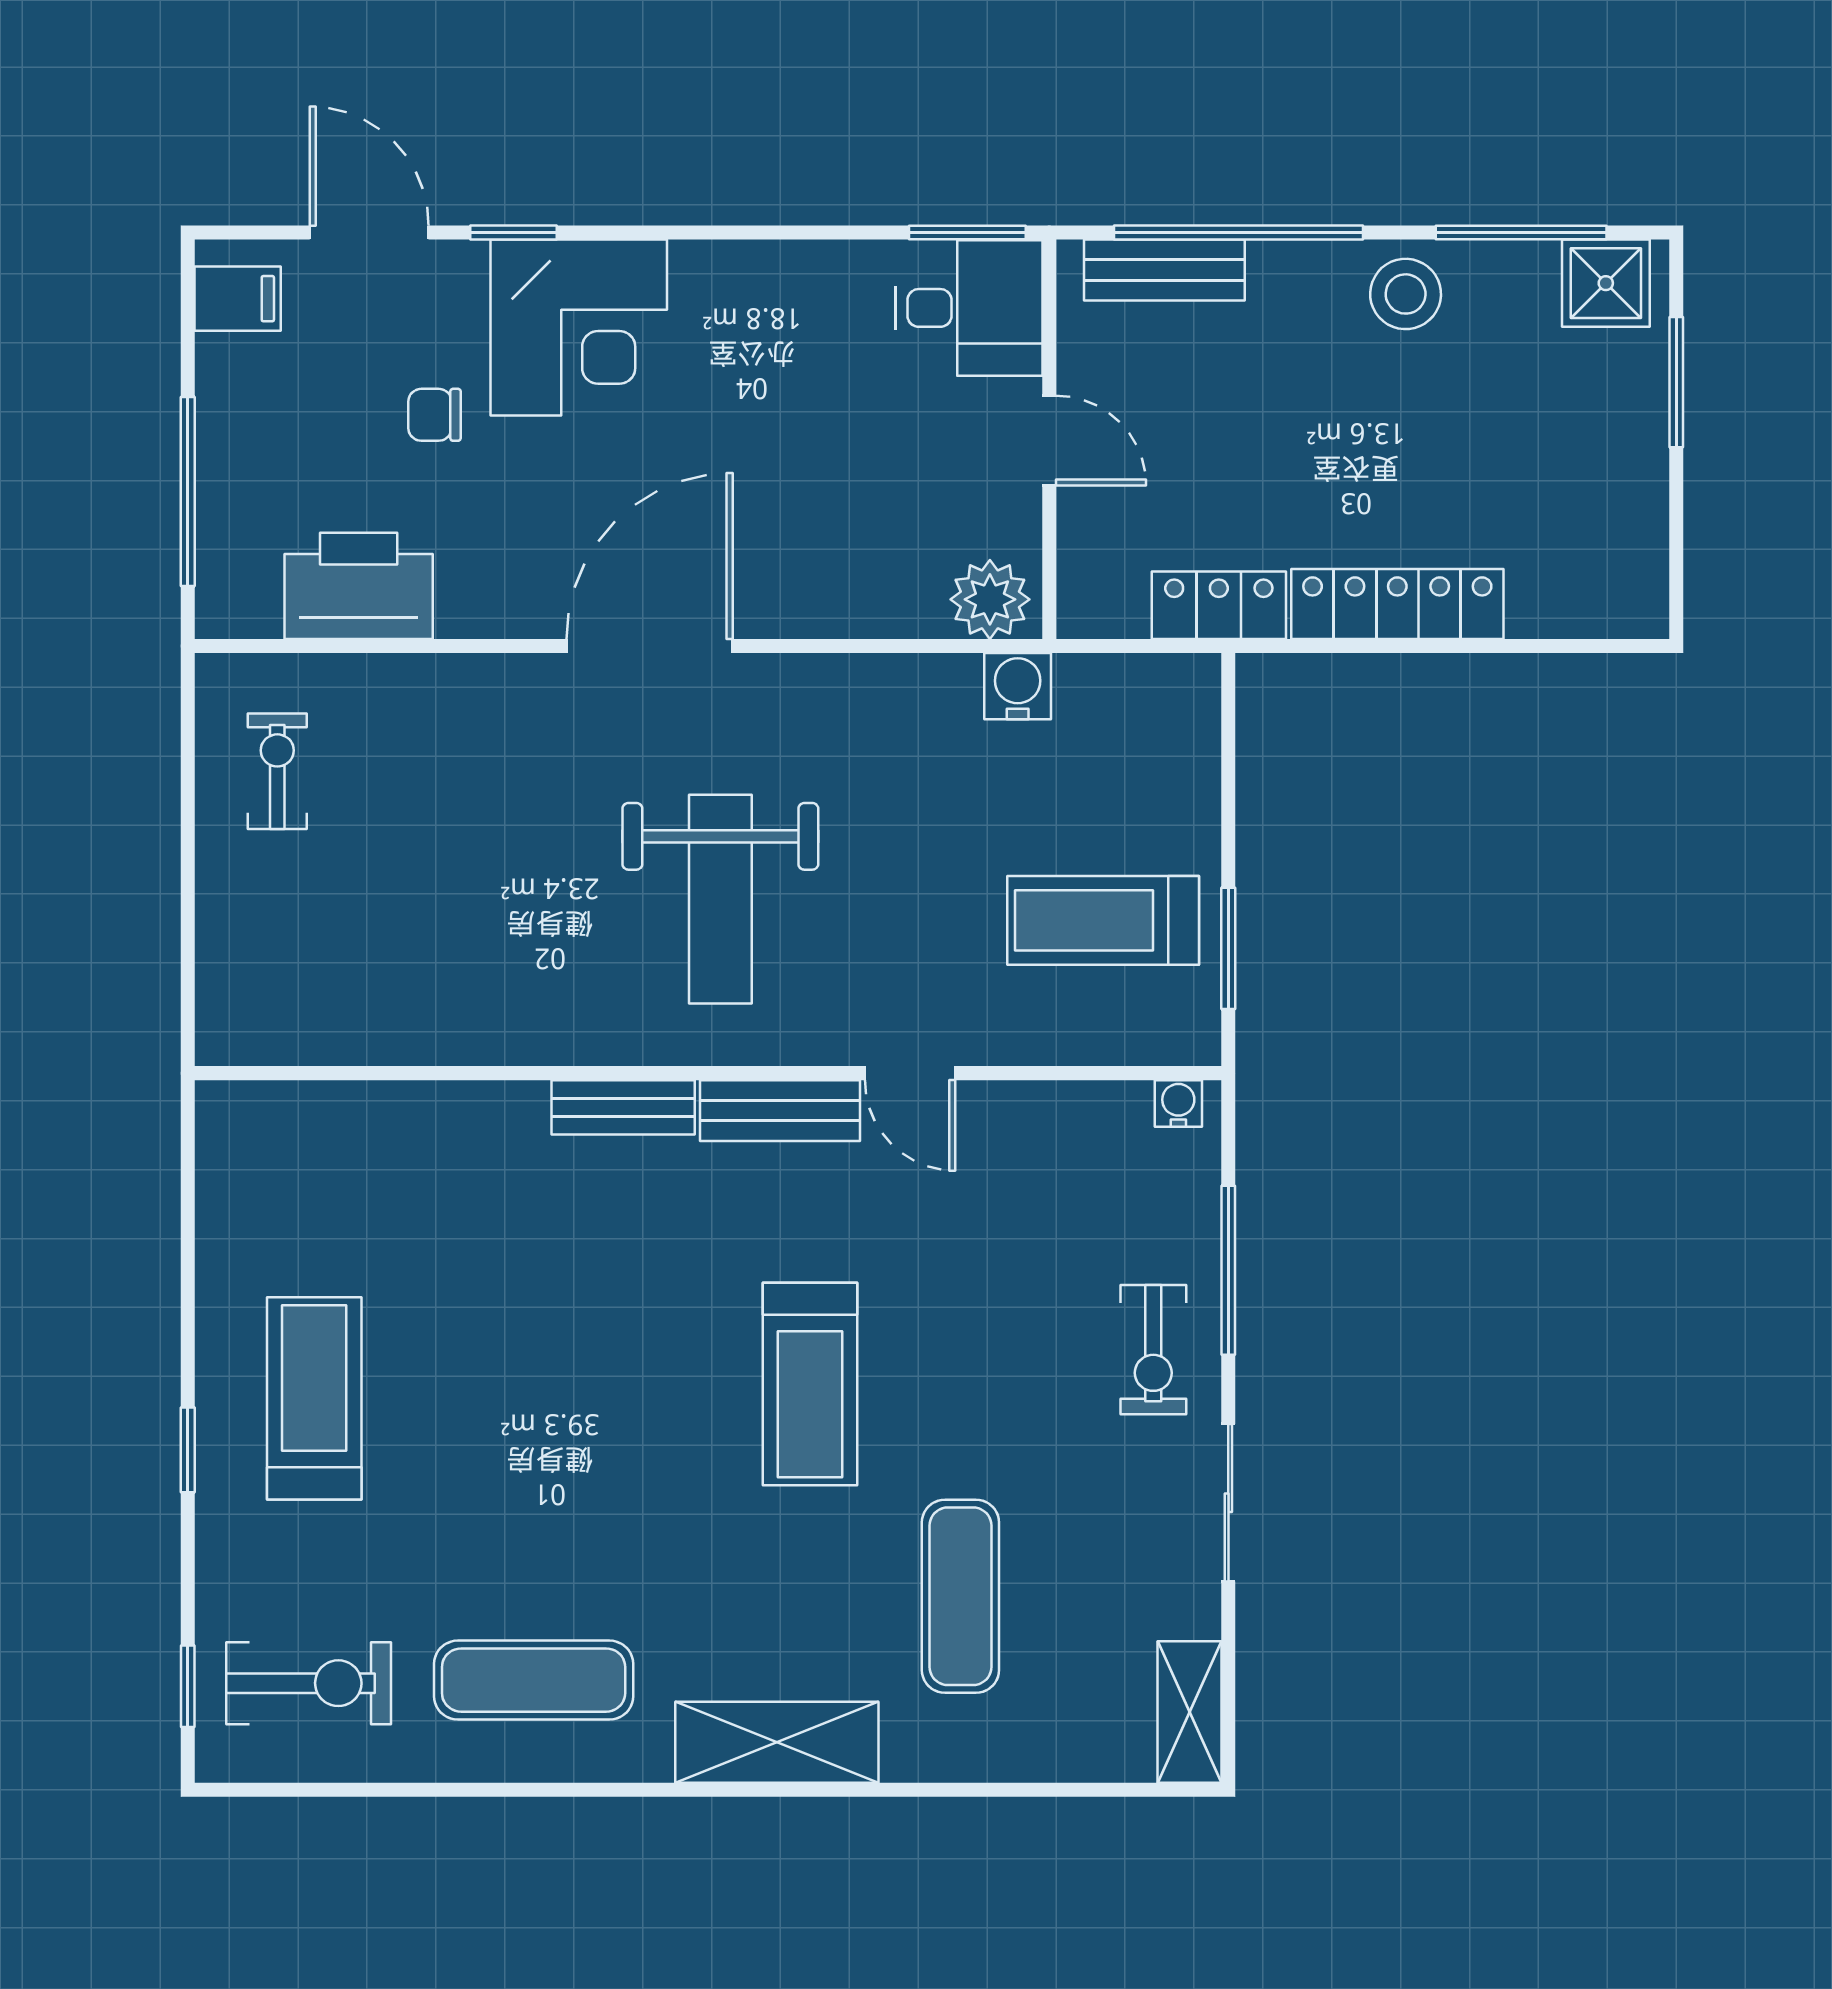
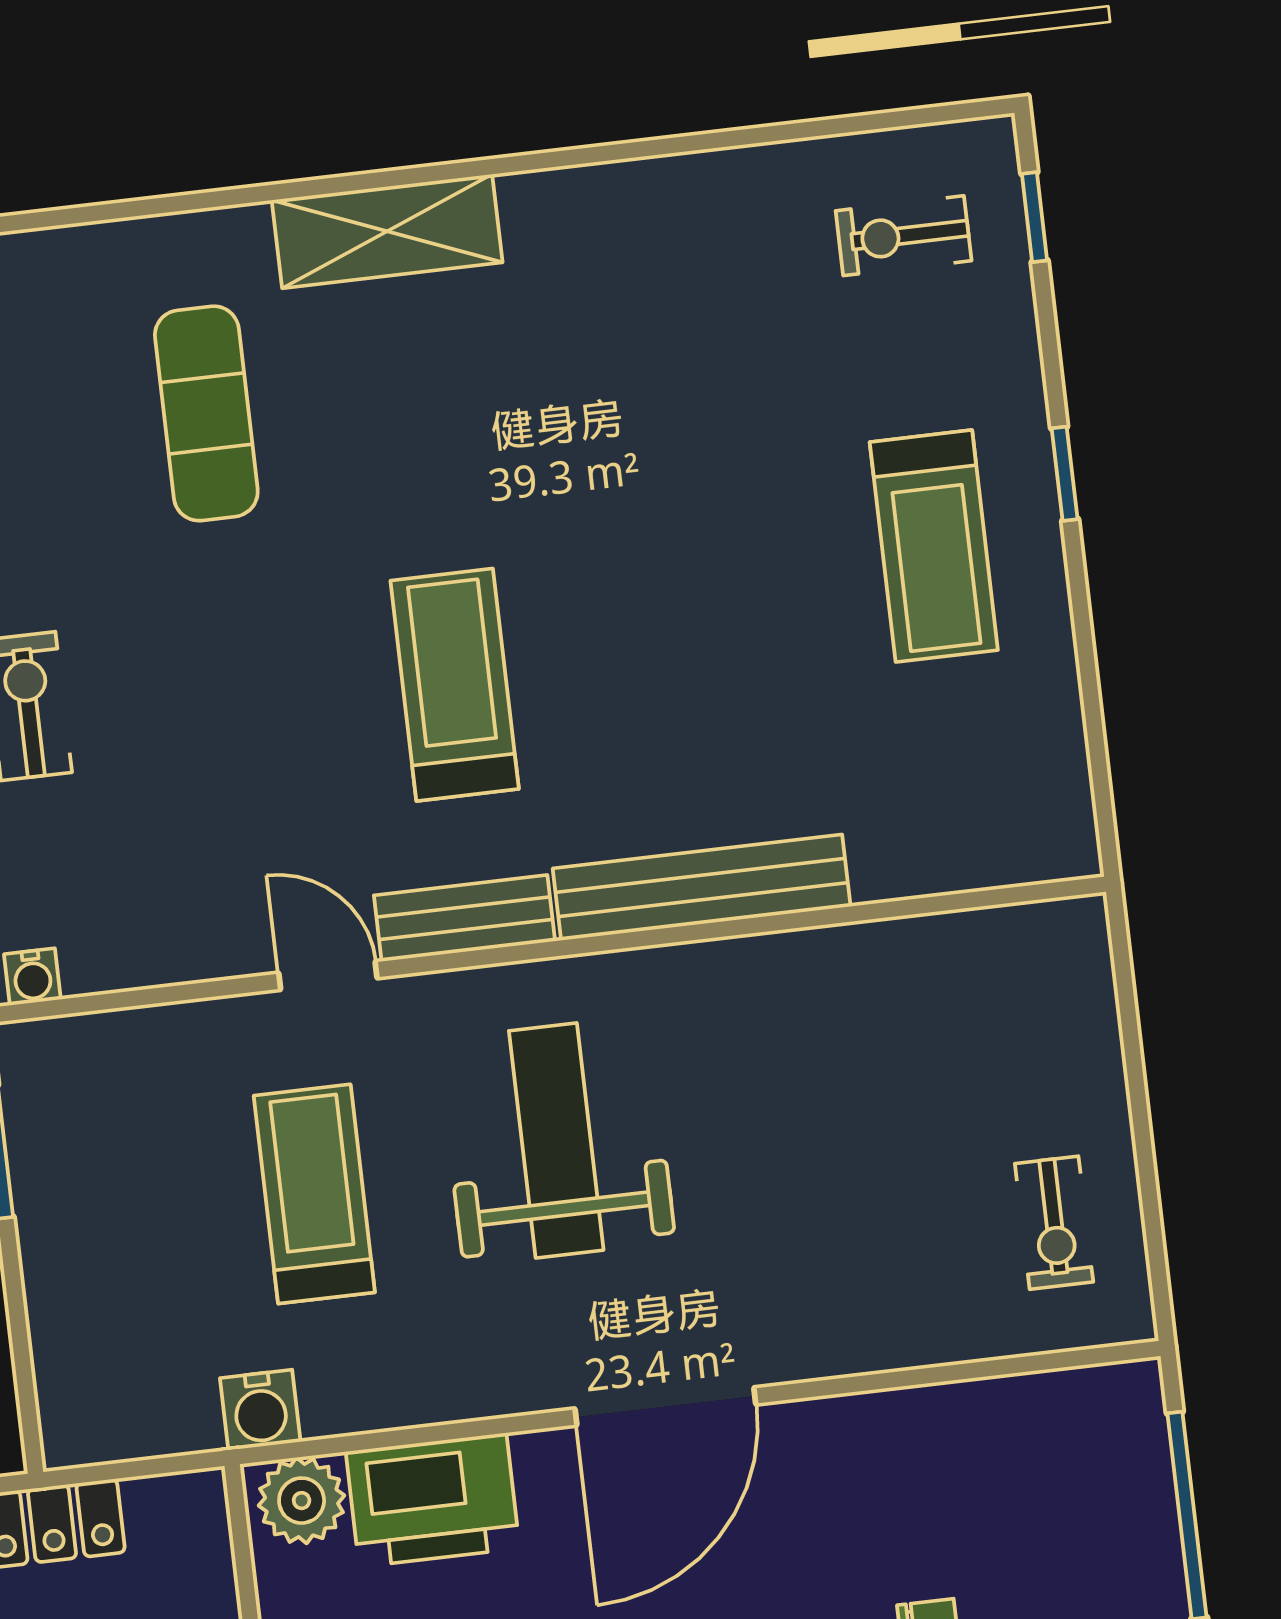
printer: (359, 586) -> (433, 1500), moved
treadmill: (1103, 920) -> (314, 1194), moved, turned -90
bench: (623, 1107) -> (702, 887), width x1.86, depth x1.21
treadmill: (810, 1384) -> (455, 685), moved
exercise mat: (534, 1680) -> (659, 268), removed
exercise bike: (309, 1683) -> (904, 236), width x0.73, depth x0.72

